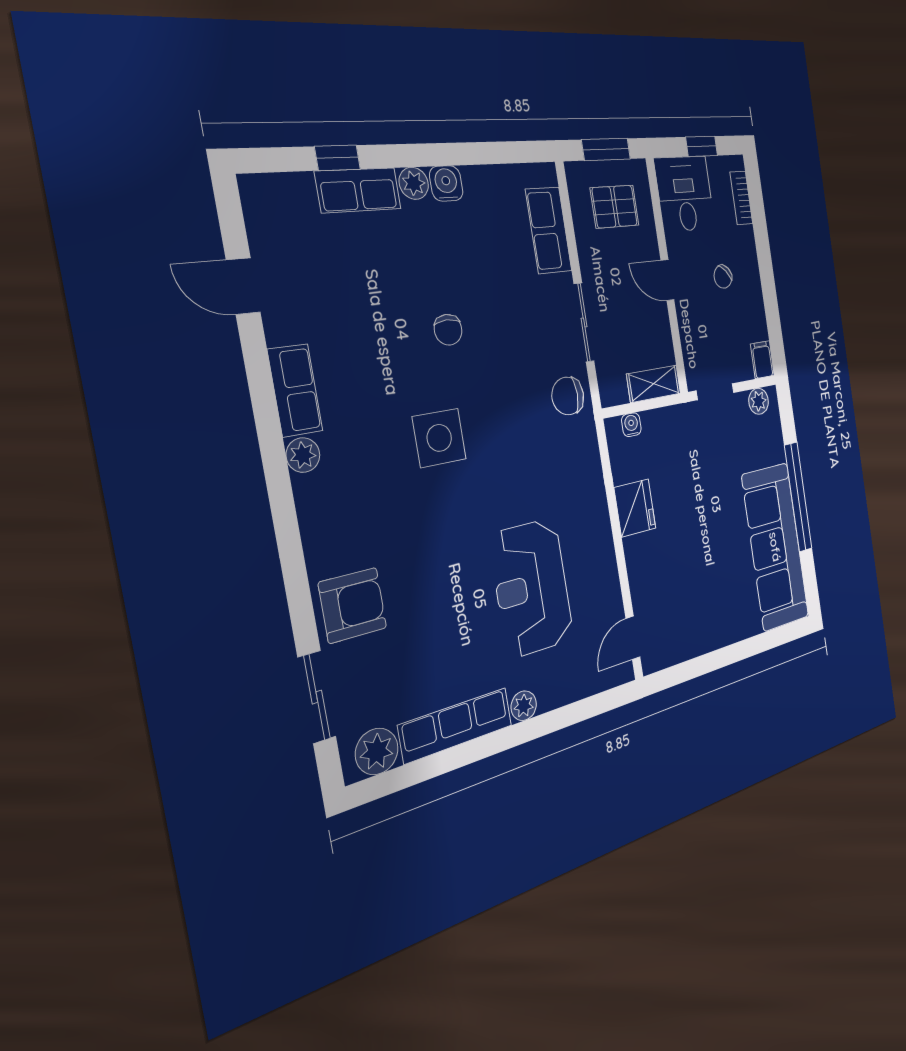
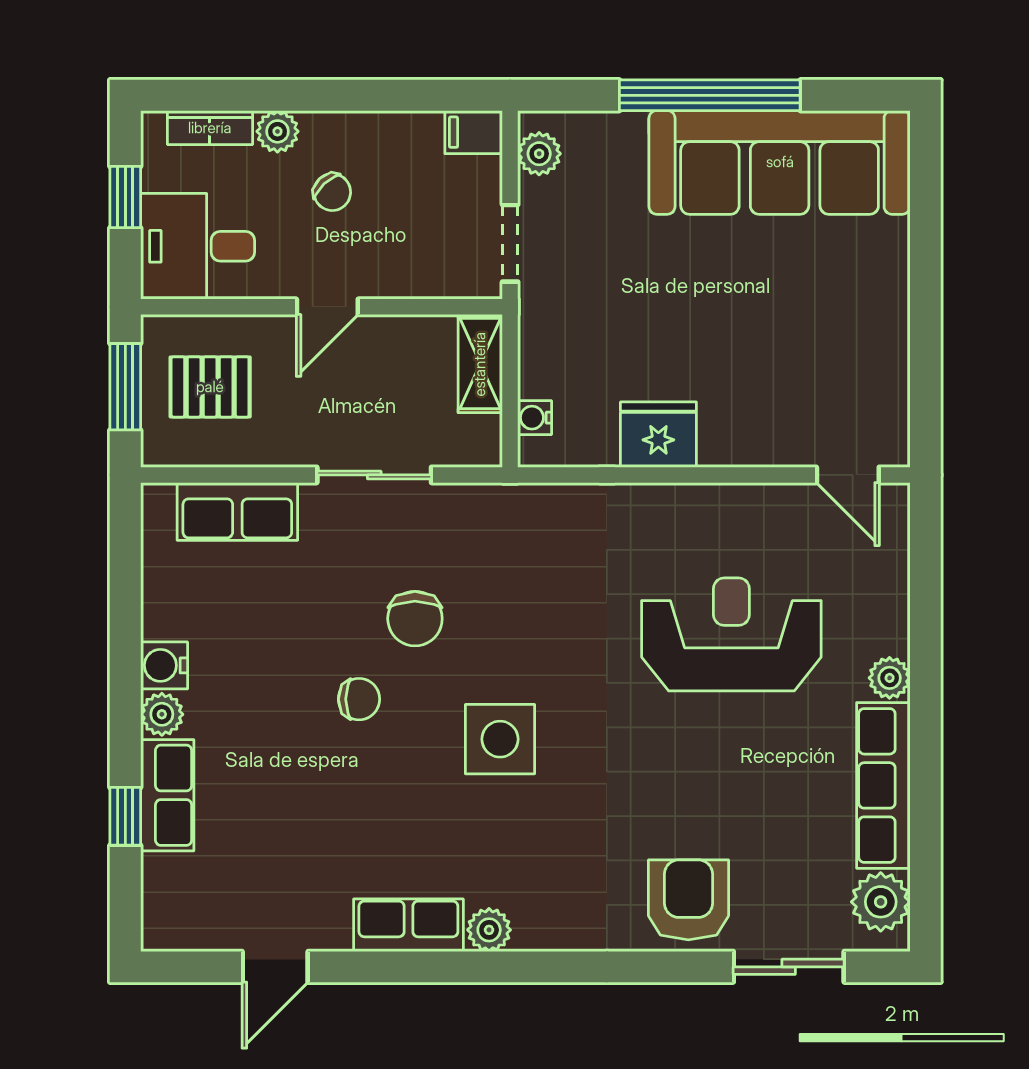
pallet: (615, 207) -> (210, 387), turned 90
plant: (746, 240) -> (277, 131), added
chair: (568, 396) -> (415, 619), moved
reception desk: (532, 588) -> (731, 634), turned 180

